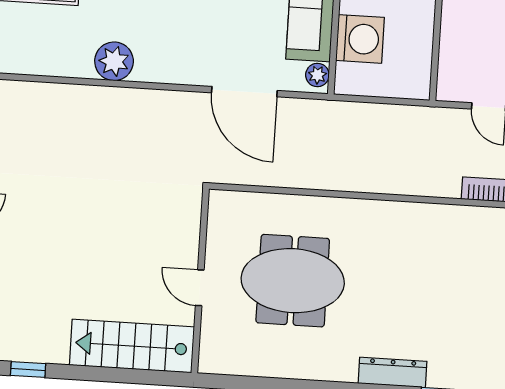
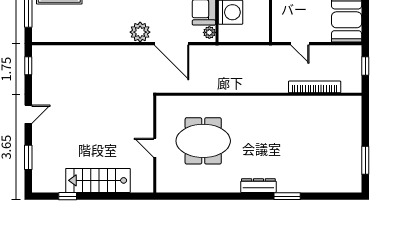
plant: (114, 61) -> (140, 32), moved
stairs: (132, 346) -> (98, 180), moved

